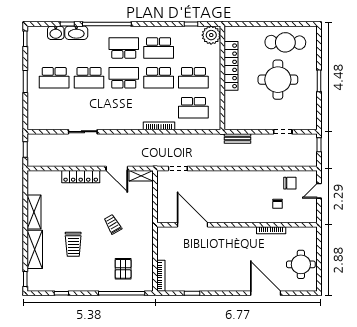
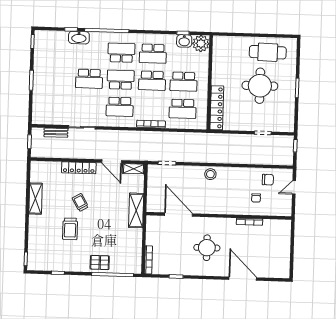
washbasin: (56, 33) -> (184, 41), moved
locker: (231, 66) -> (217, 108), moved
school desk: (54, 78) -> (120, 107), moved
bench: (237, 139) -> (56, 133), moved
stool: (226, 179) -> (210, 174), added
trolley: (113, 224) -> (80, 202), moved
shelving: (35, 249) -> (136, 210), moved
round table: (301, 264) -> (207, 248), moved
pallet: (123, 269) -> (100, 262), moved, turned 90

